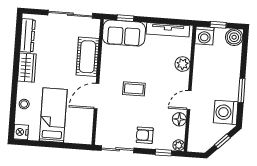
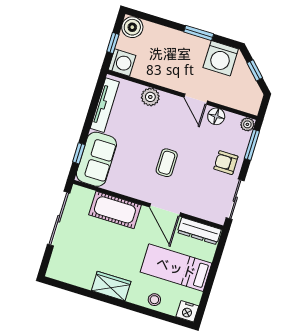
dresser: (28, 36) -> (199, 231), moved, turned 180
armchair: (145, 135) -> (226, 163), turned 90
window: (163, 153) -> (252, 145), width x1.50

